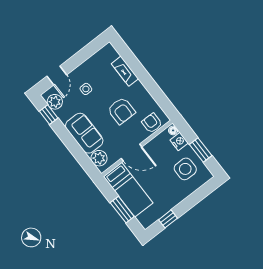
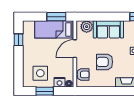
window: (122, 210) -> (56, 17), moved

